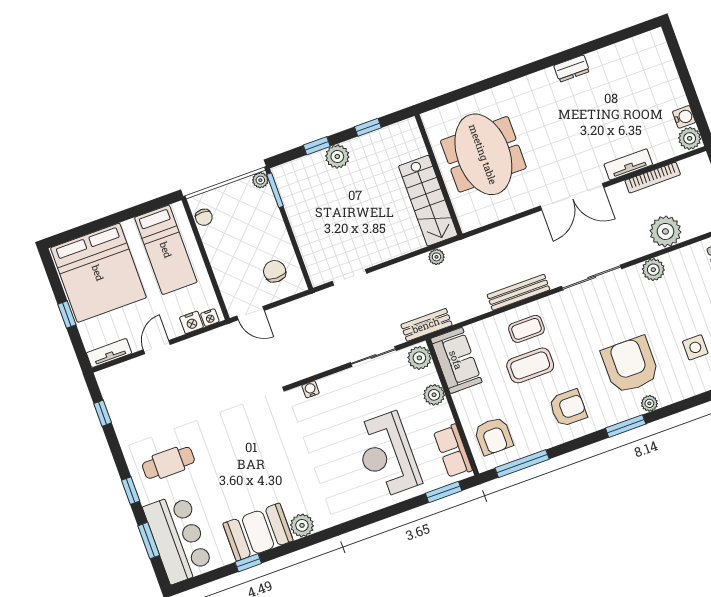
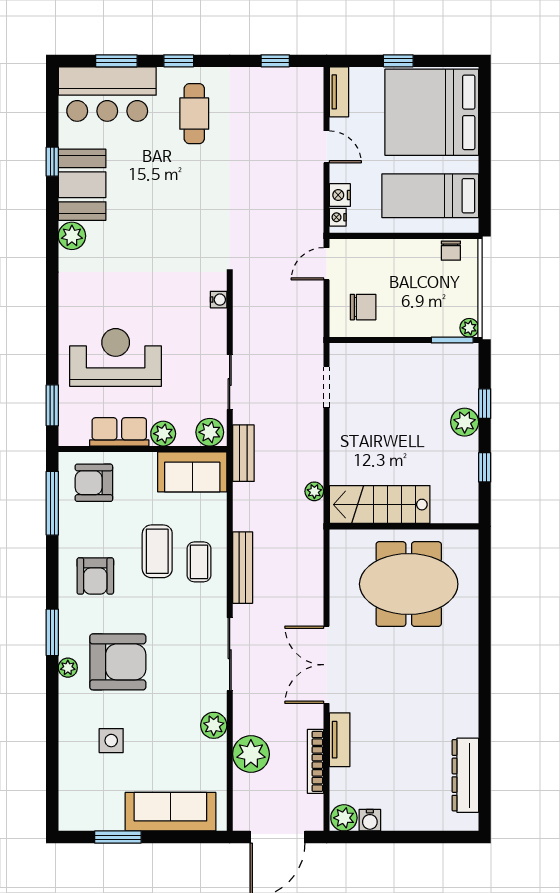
dresser: (572, 69) -> (465, 775), moved, width x1.96, depth x1.24
chair: (204, 217) -> (451, 251), turned -90
row of seats: (453, 451) -> (119, 432), moved

